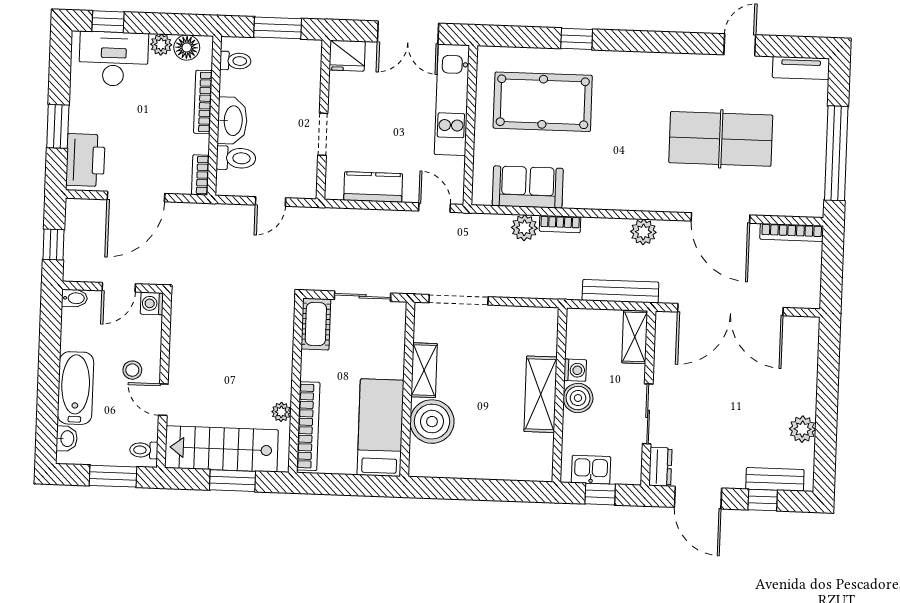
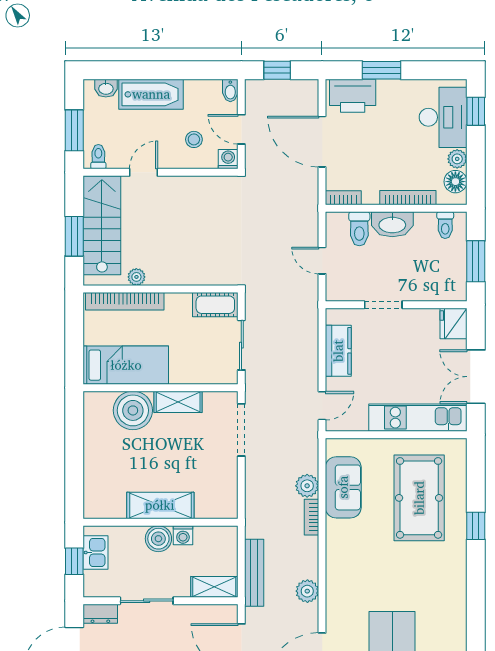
stool: (132, 370) -> (194, 139), moved

